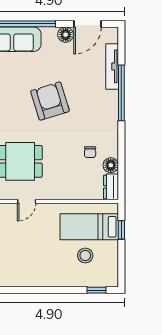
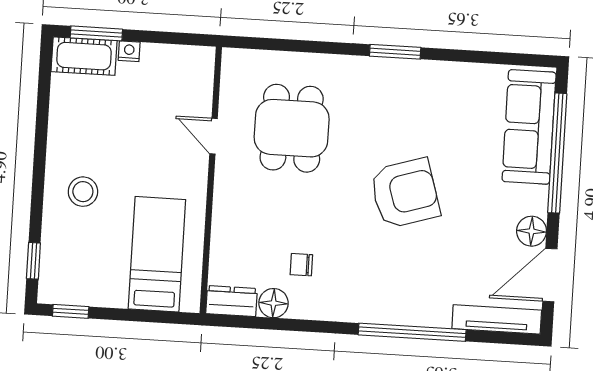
door: (88, 24) -> (550, 275), hinge flipped
tv unit: (112, 66) -> (497, 319), moved
window: (121, 230) -> (71, 311), moved
stool: (85, 256) -> (83, 192), moved

